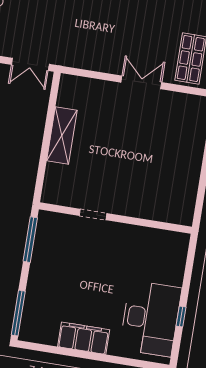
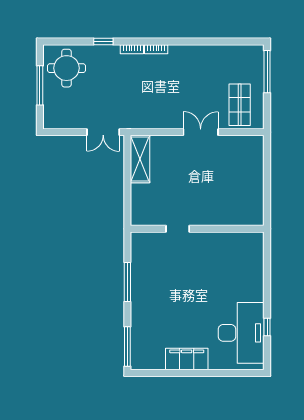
shelving: (62, 136) -> (140, 159), moved
doorway: (93, 214) -> (178, 229), moved
wall: (115, 218) -> (197, 229), moved

